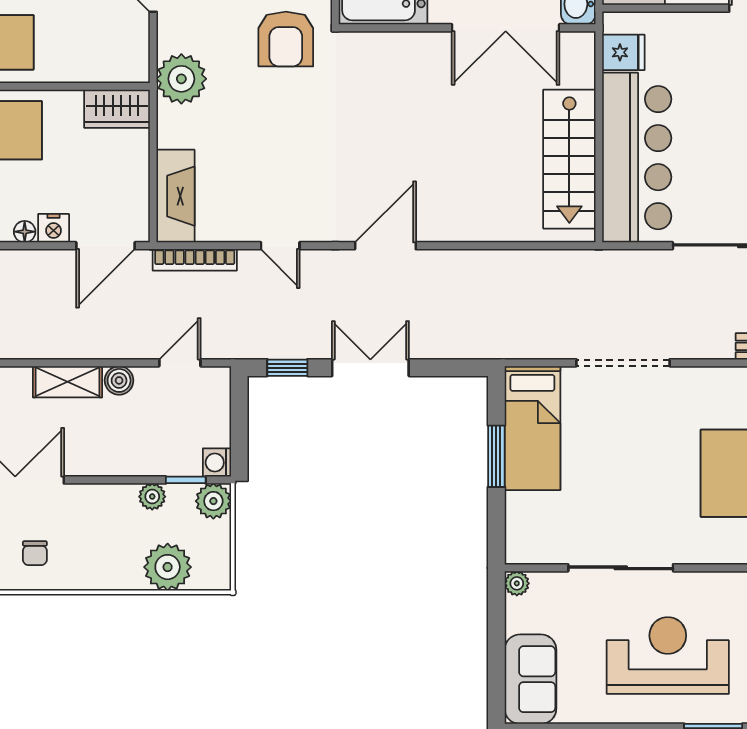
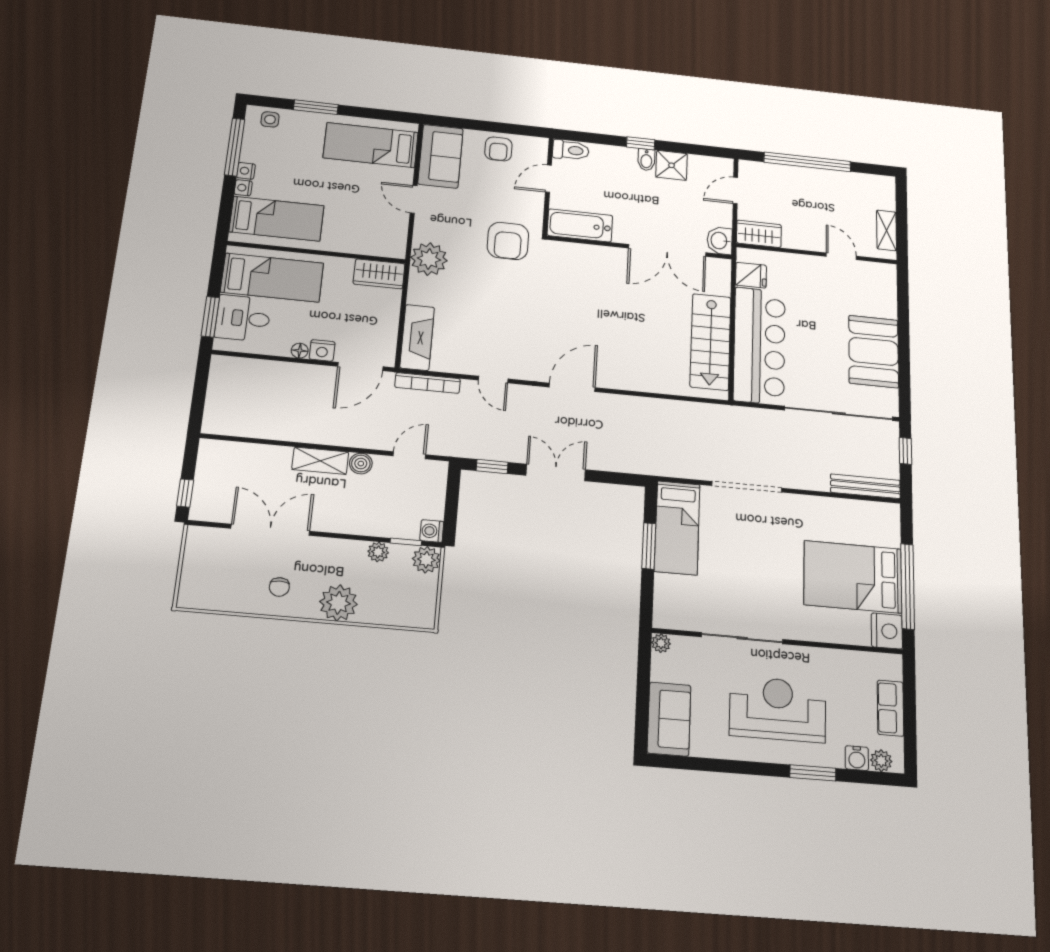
plant: (168, 567) -> (338, 603), moved

